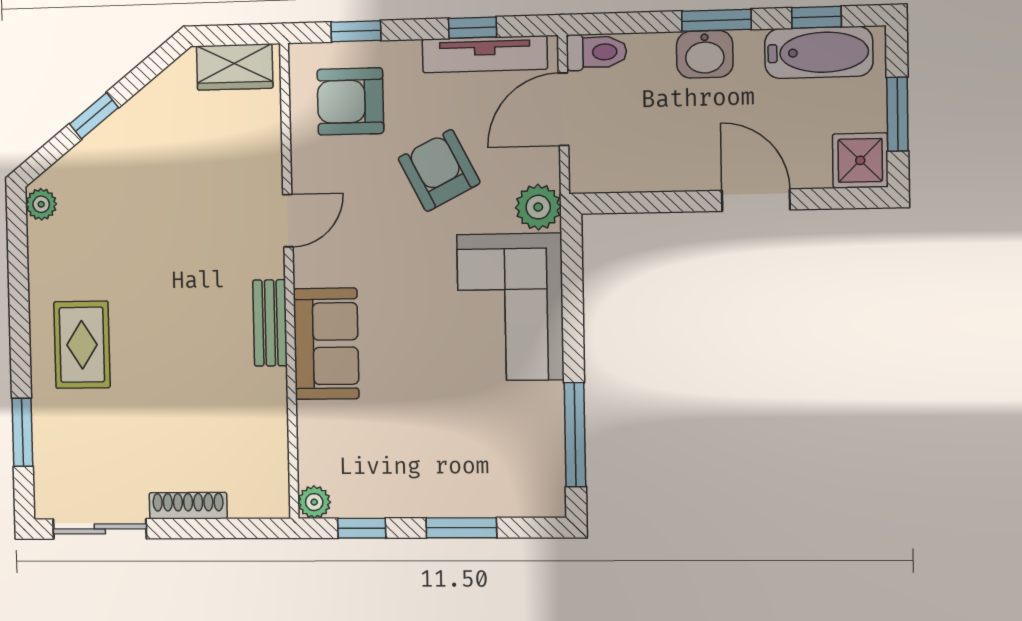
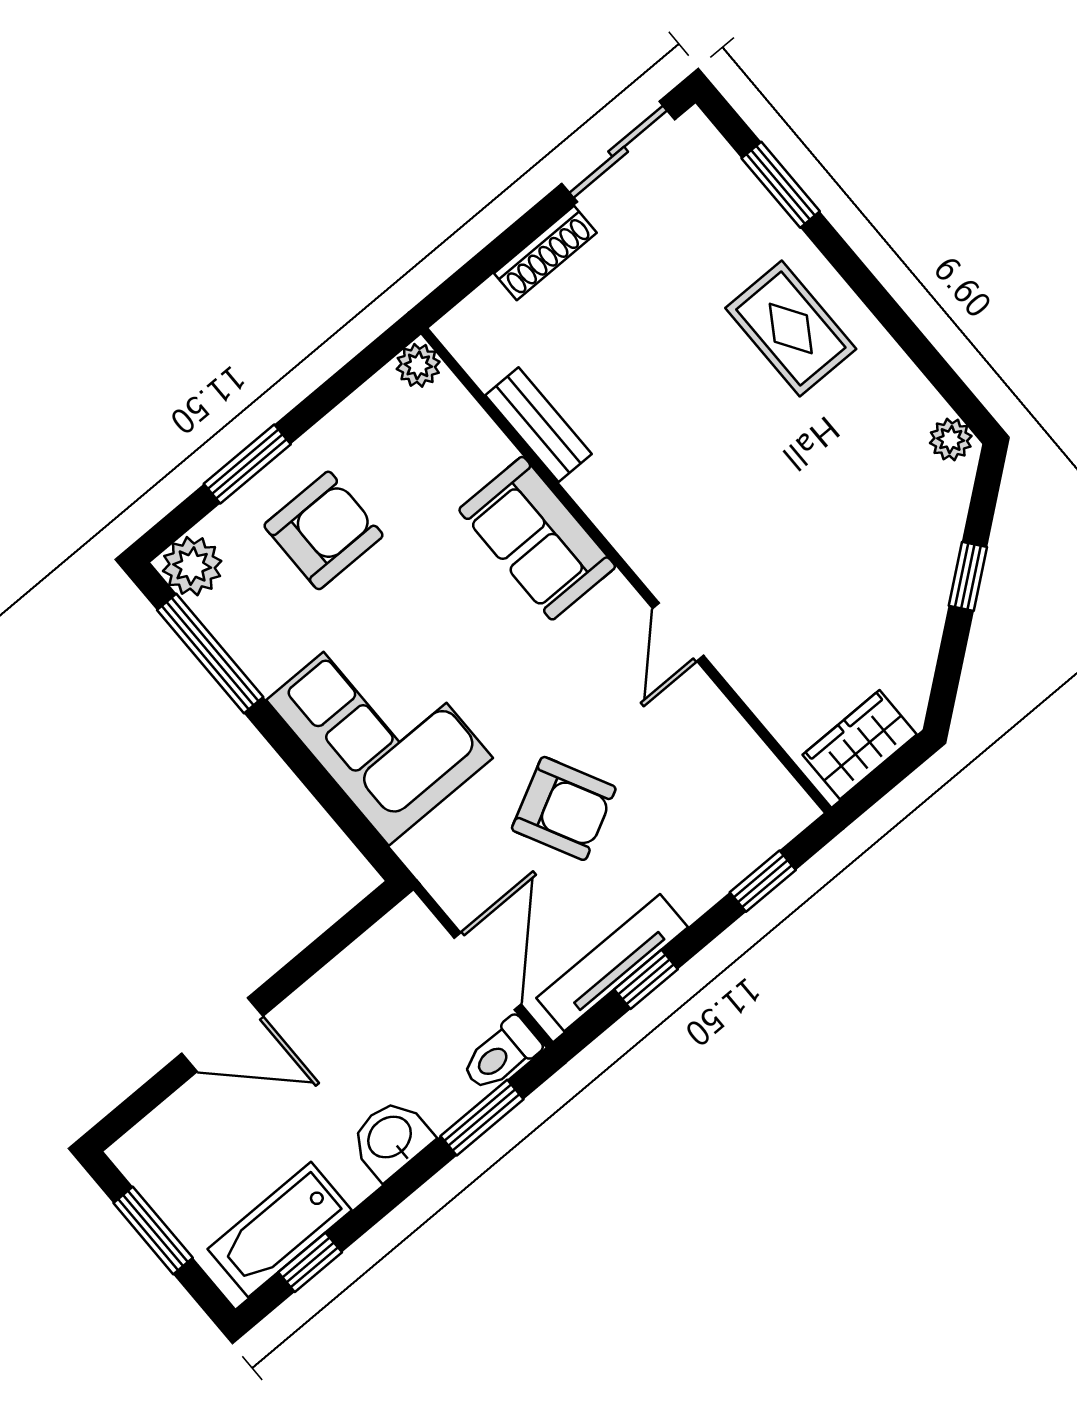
window: (716, 20) -> (482, 1118), moved
armchair: (350, 101) -> (323, 530), moved
shower: (860, 160) -> (152, 1156), removed
plant: (538, 207) -> (192, 566), moved
bench: (270, 323) -> (539, 425), moved
window: (362, 528) -> (348, 379), removed

